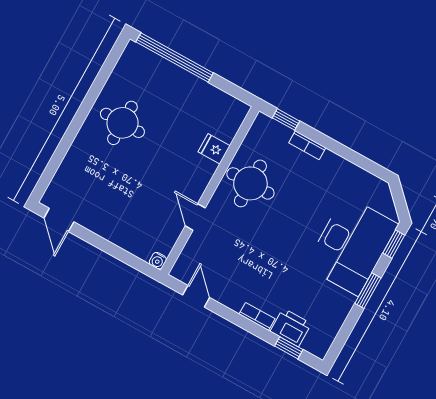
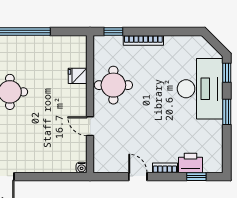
bookcase: (307, 145) -> (143, 40), width x1.56
door: (196, 296) -> (138, 177), moved

